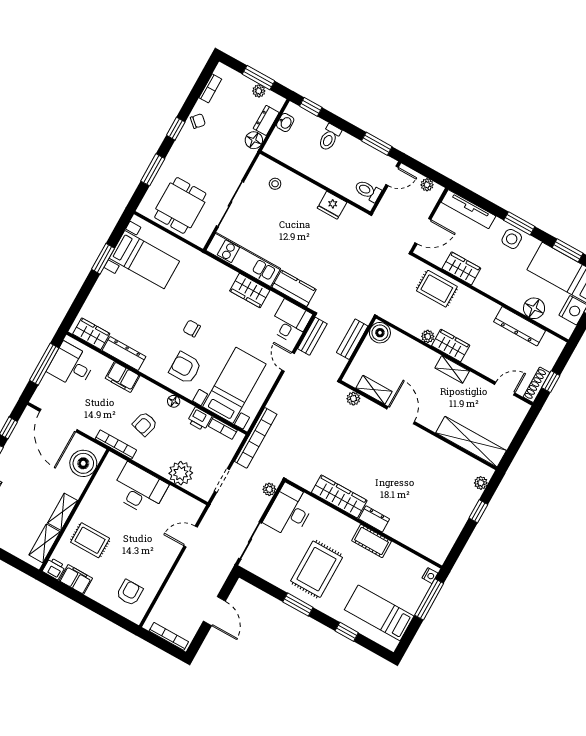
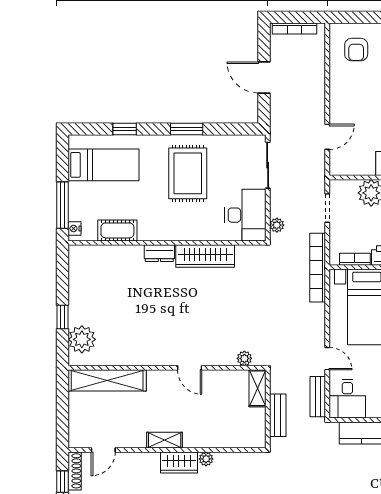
boiler: (380, 333) -> (254, 437), removed
shelving: (374, 390) -> (257, 388), moved, turned 90
door: (401, 415) -> (190, 368), width x0.73
plant: (481, 483) -> (82, 339), width x1.88, depth x1.88
cot: (372, 541) -> (117, 230), moved

